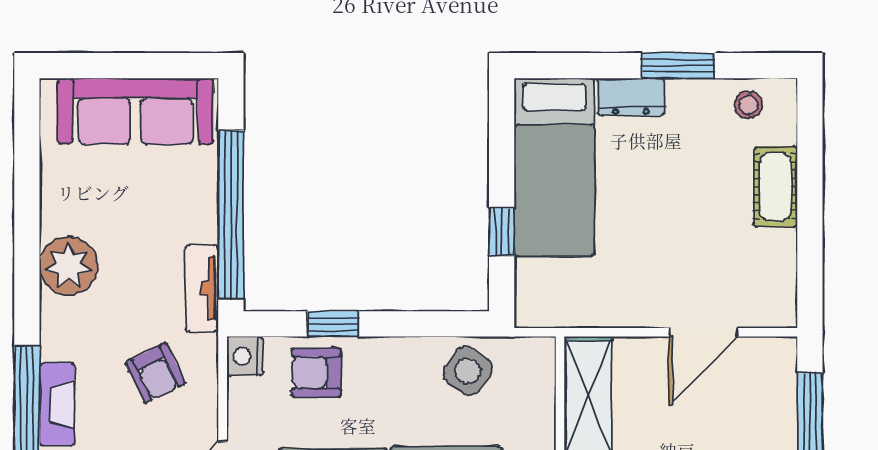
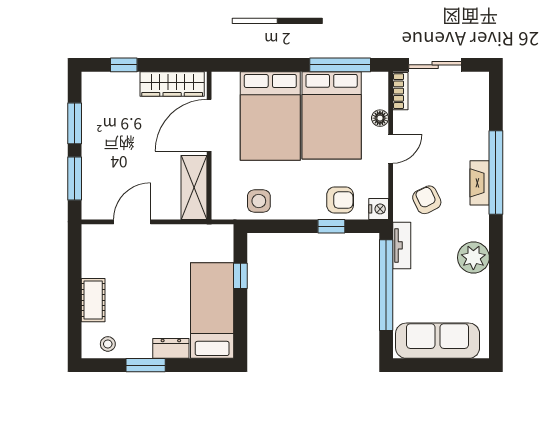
side table: (468, 371) -> (259, 201), turned -36

